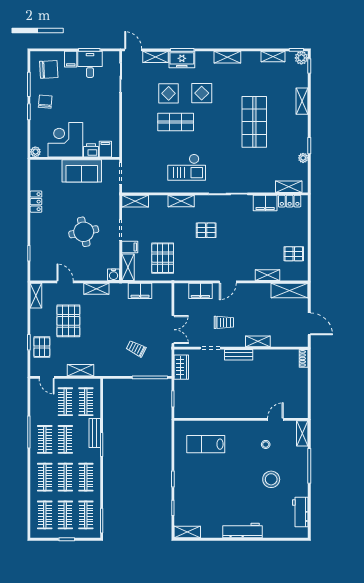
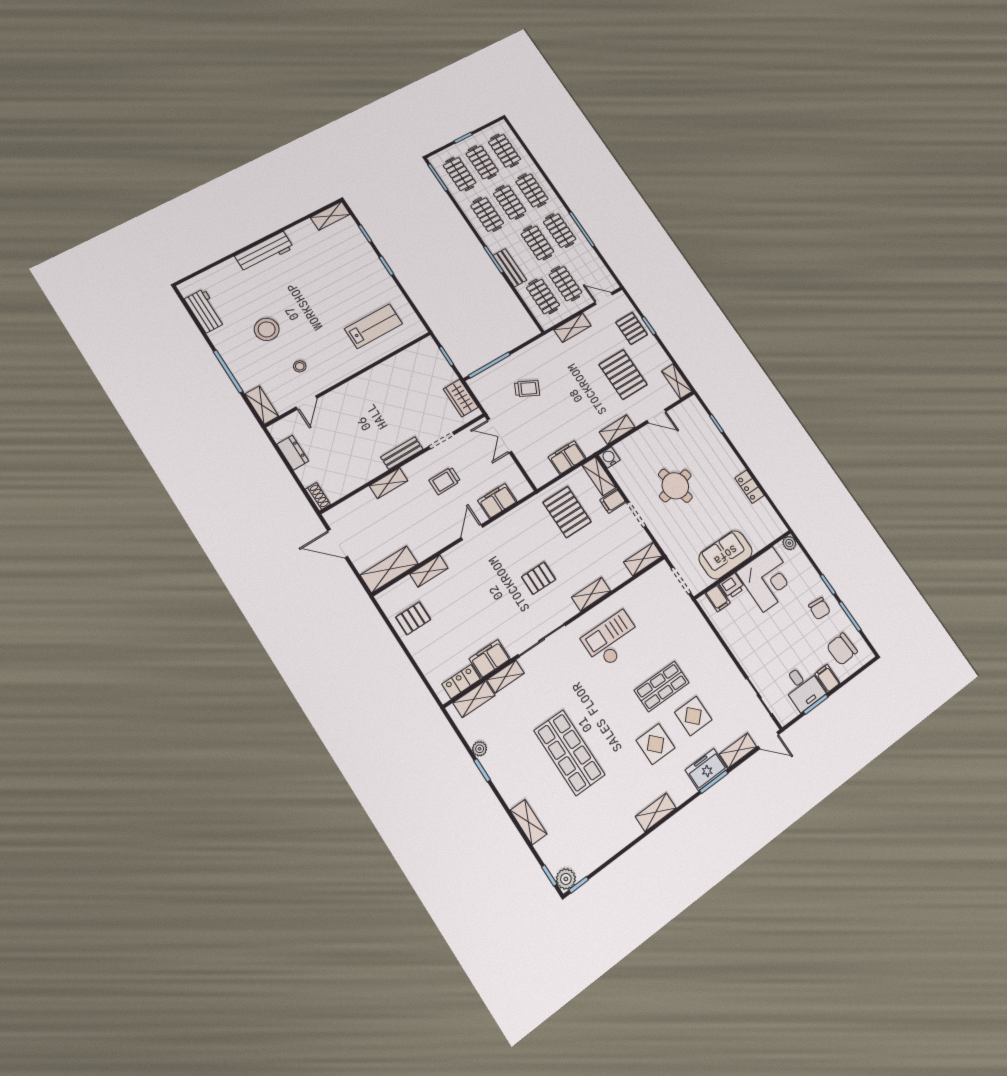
shelving: (273, 57) -> (506, 677), moved
dresser: (302, 394) -> (293, 453), added

